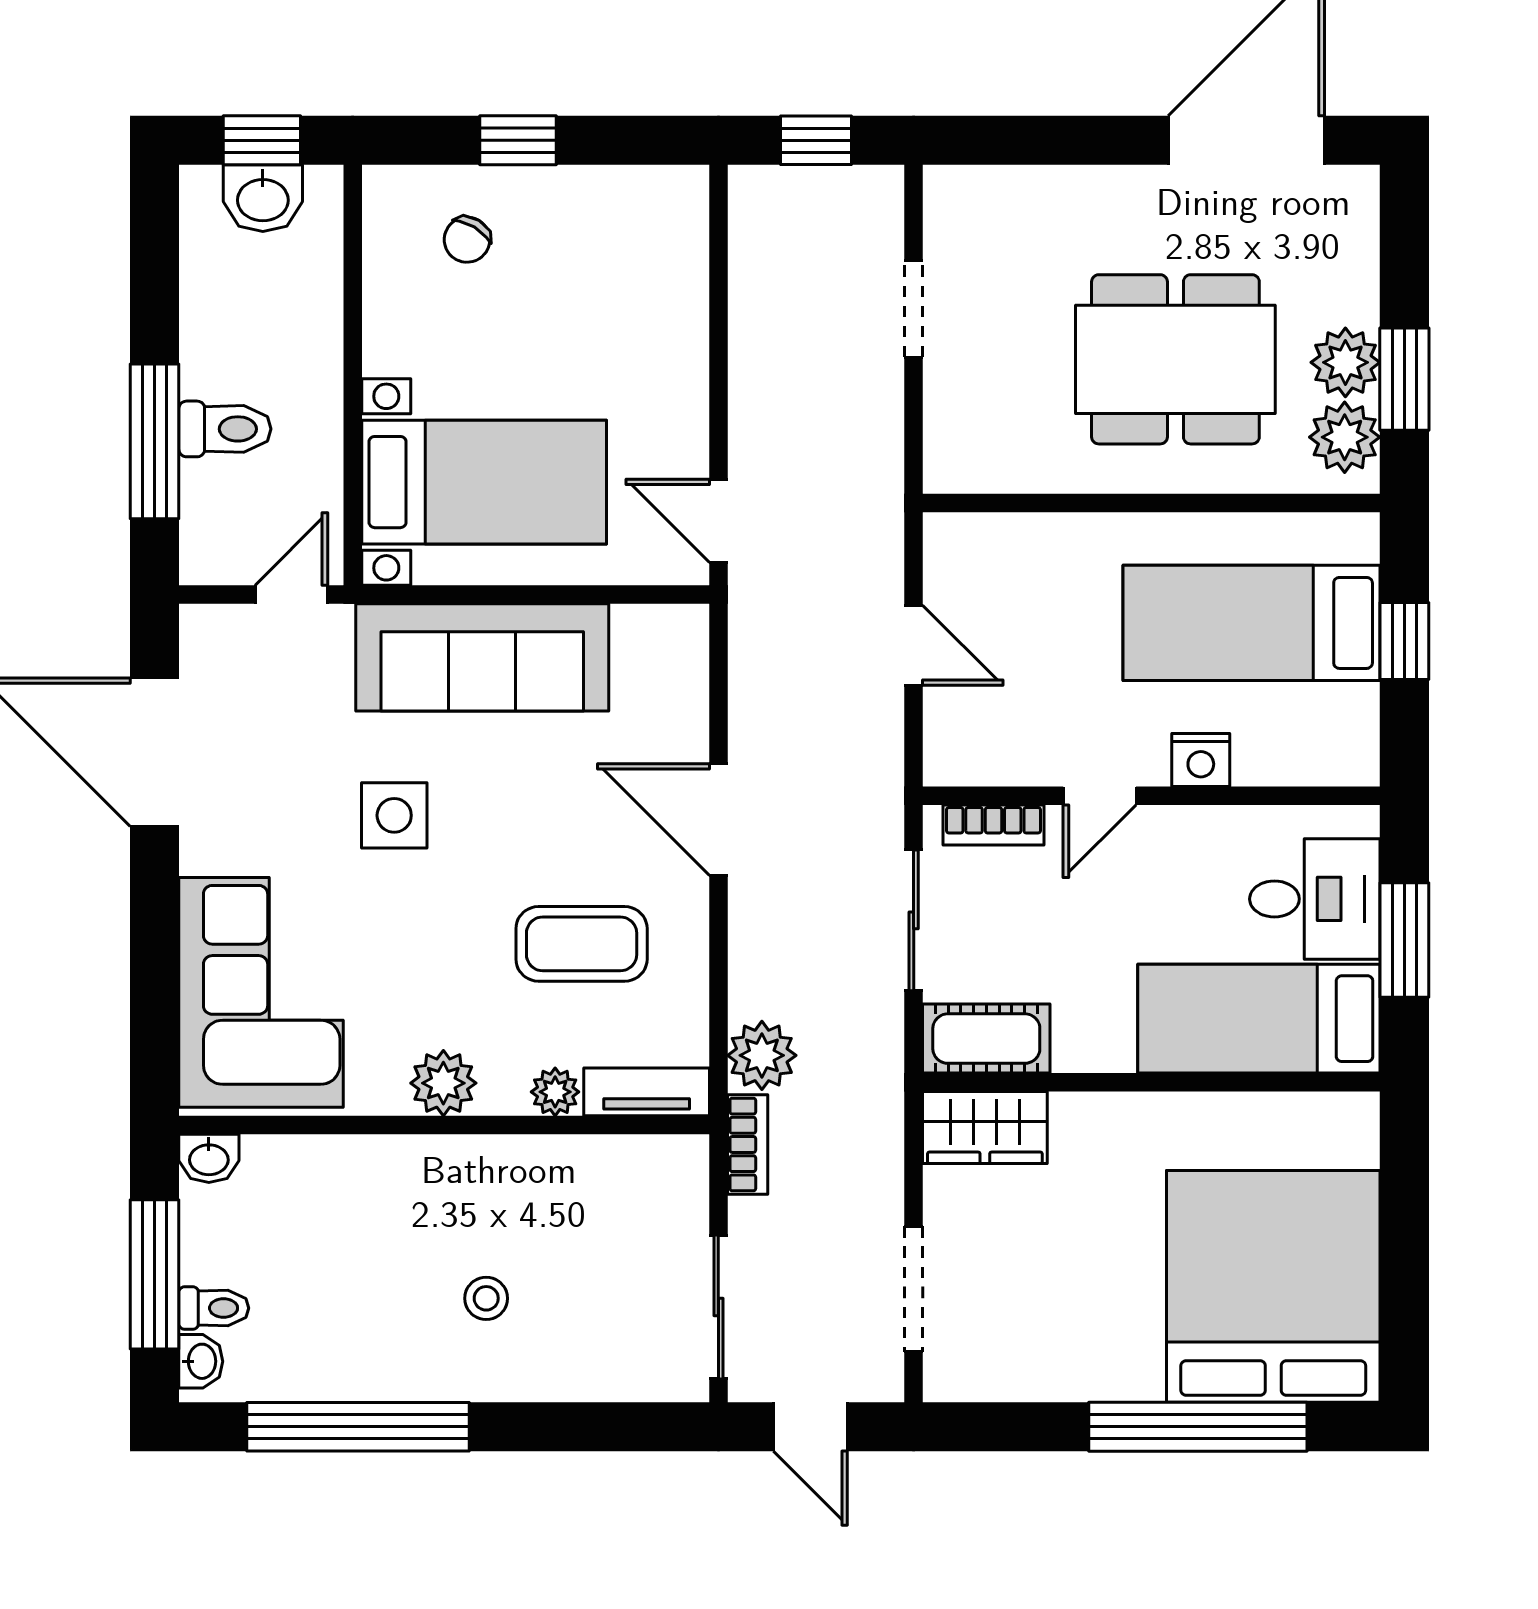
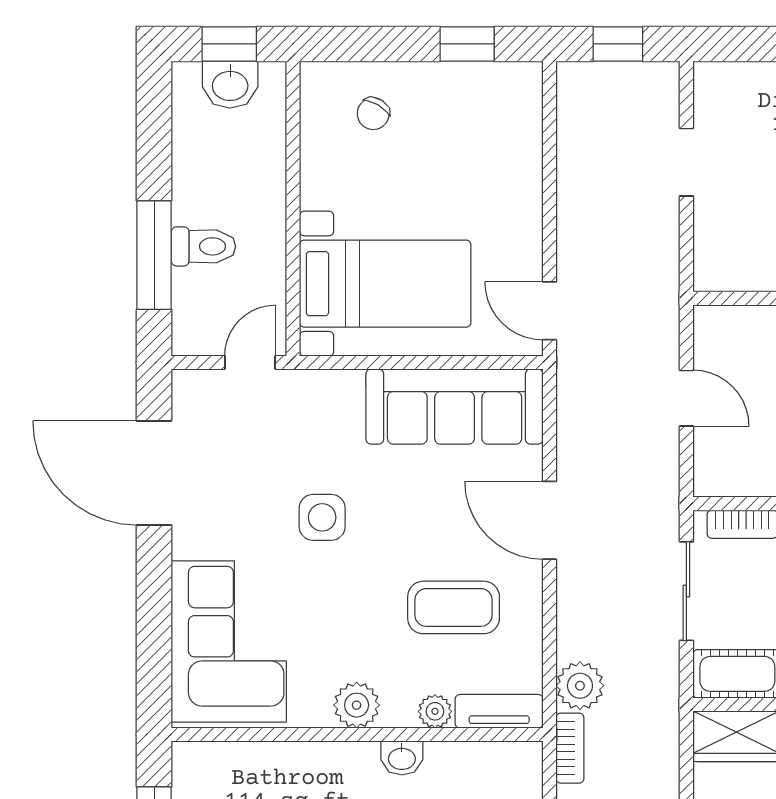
window: (518, 140) -> (467, 44), moved
sofa: (482, 657) -> (455, 407), moved
washbasin: (209, 1158) -> (402, 758), moved

